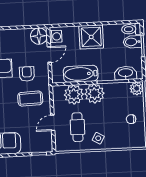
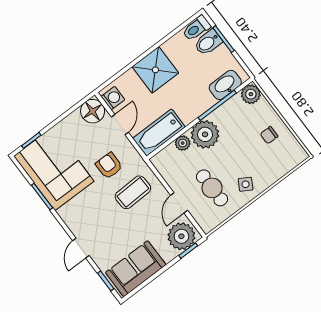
bathtub: (81, 74) -> (159, 133), moved
plant: (74, 95) -> (183, 143), width x0.53, depth x0.53
plant: (41, 143) -> (181, 236), added

